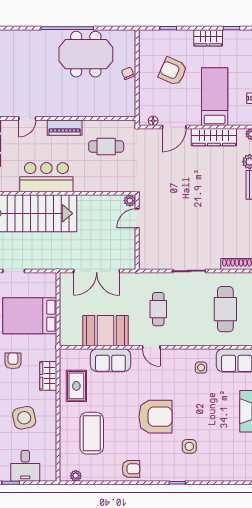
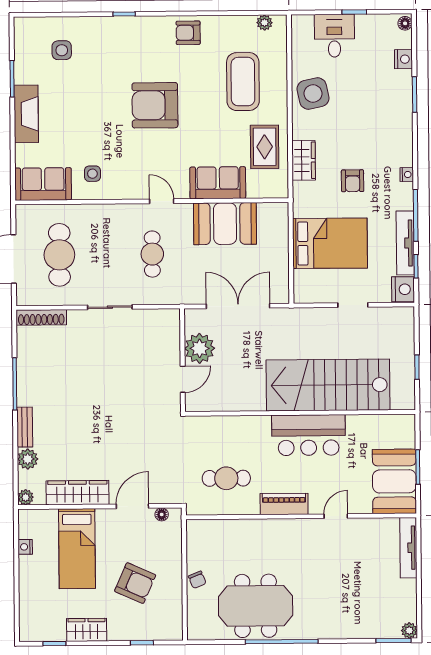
plant: (130, 201) -> (200, 348), moved, width x1.88, depth x1.88
side table: (24, 418) -> (313, 94), moved
side table: (189, 446) -> (62, 50), moved

